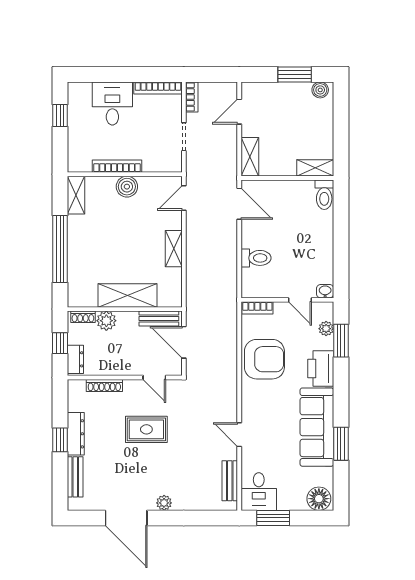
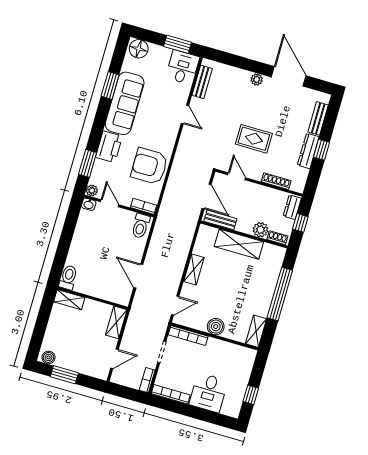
bookcase: (117, 166) -> (188, 335), moved
door: (239, 204) -> (138, 276), moved
toilet: (256, 258) -> (141, 226), moved, turned -90
plant: (326, 329) -> (92, 191), moved

